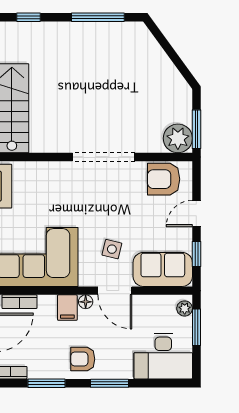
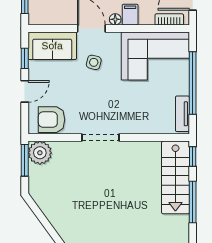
doorway: (104, 157) -> (101, 138), width x0.73
armchair: (164, 179) -> (52, 120), turned 180
plant: (185, 308) -> (34, 14), removed

